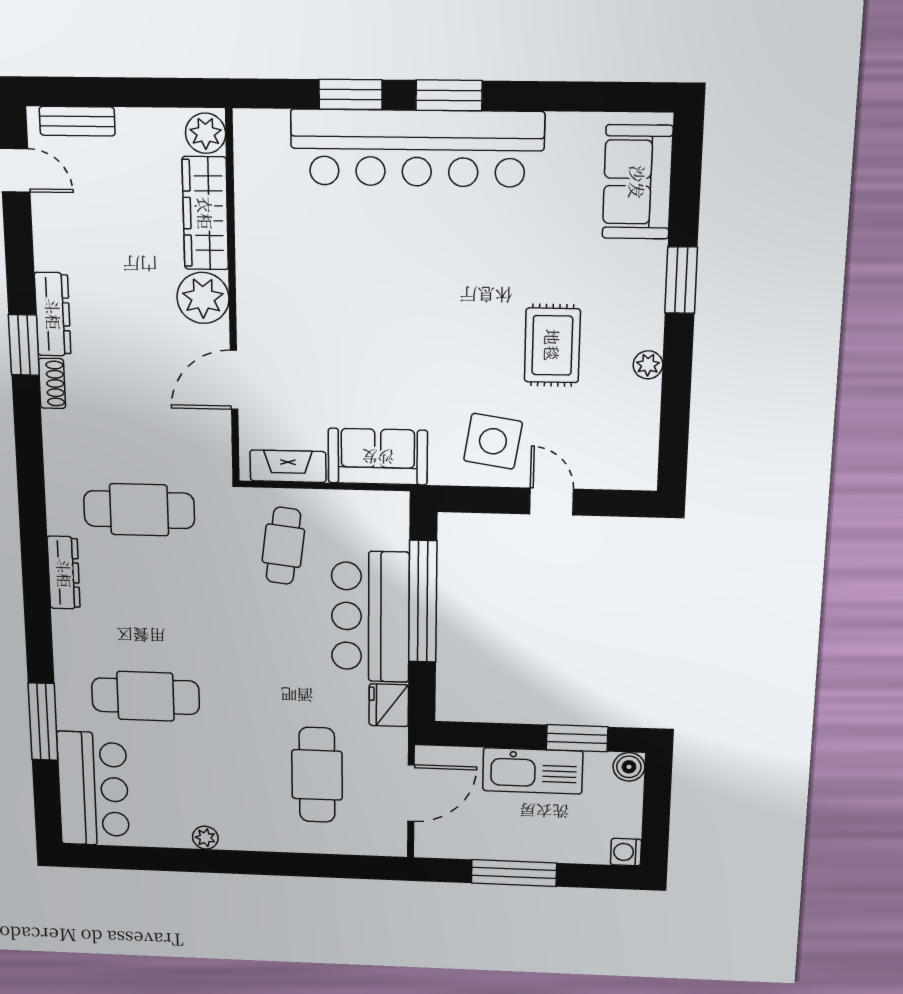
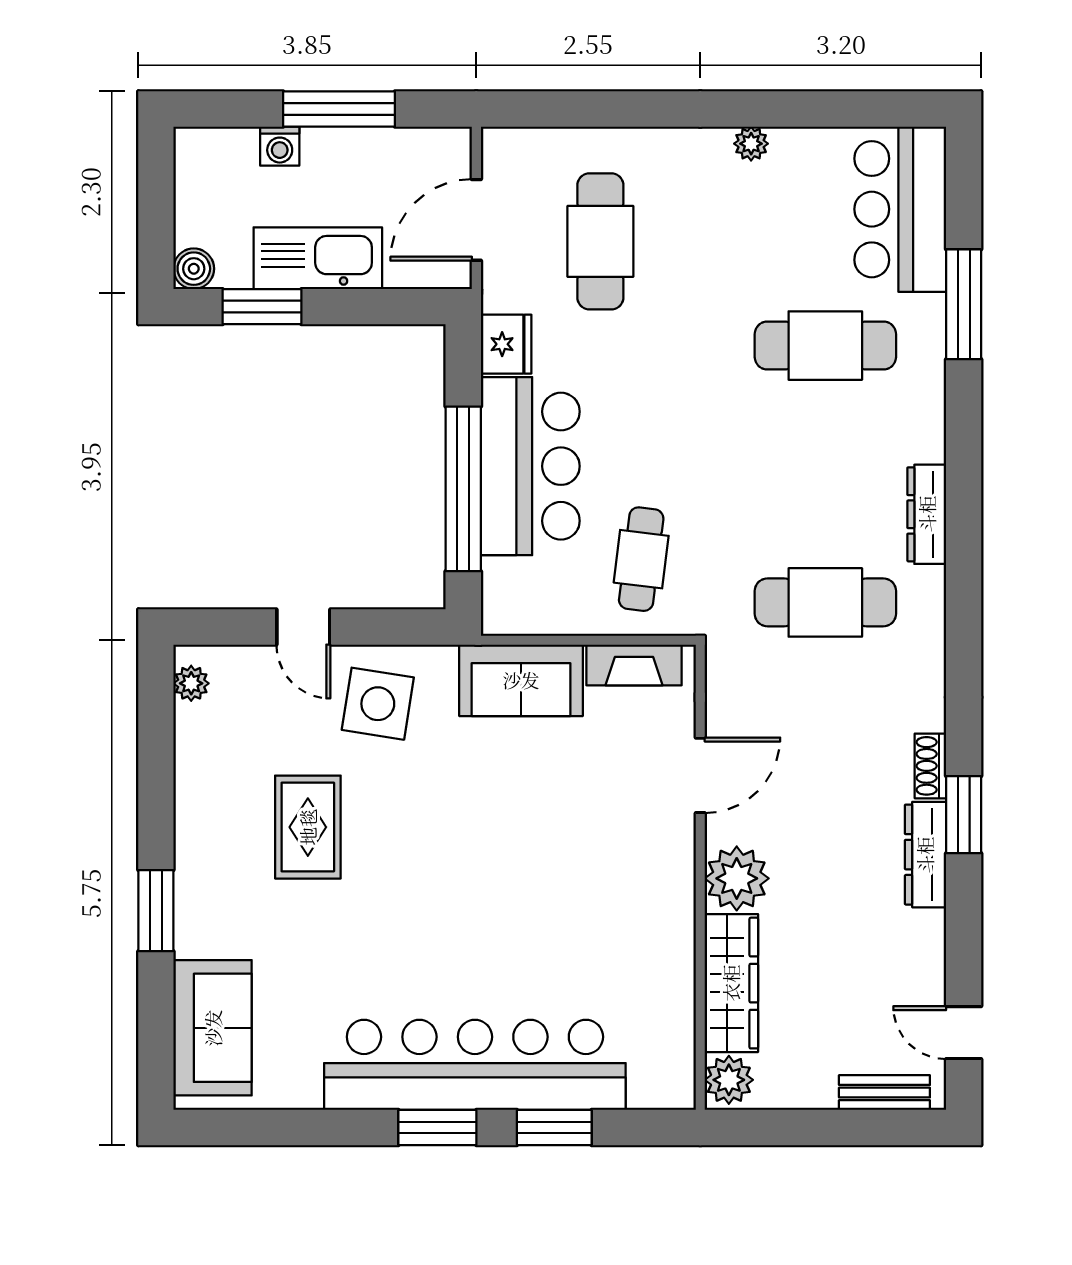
plant: (648, 365) -> (191, 683), moved
washing machine: (626, 852) -> (280, 146), moved, turned 90

